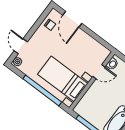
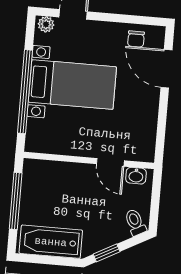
door: (72, 19) -> (166, 69), hinge flipped
bed with nightstands: (63, 79) -> (72, 85), moved, turned 90

